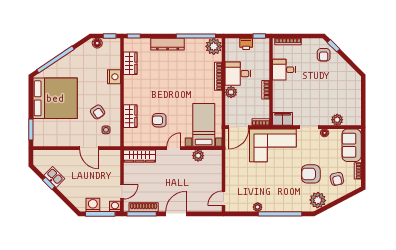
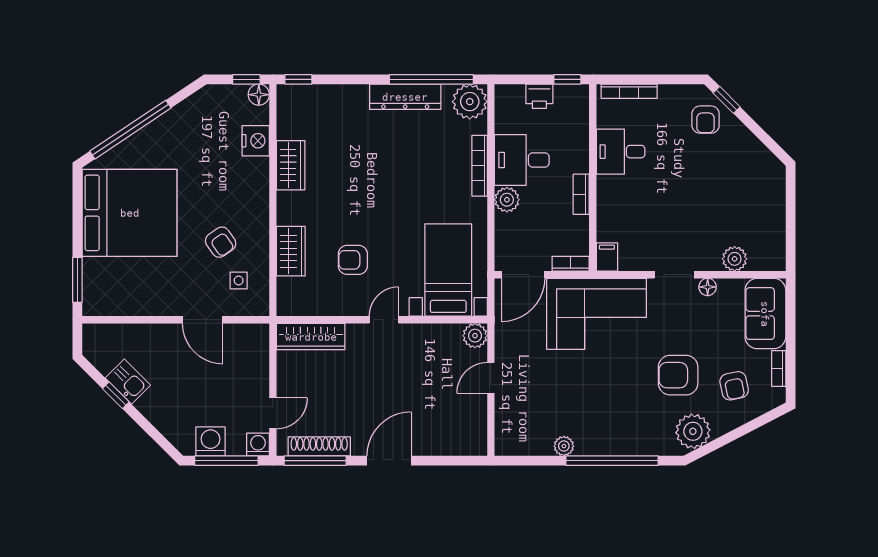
floor lamp: (97, 43) -> (259, 95), moved
dresser: (168, 44) -> (405, 97), moved
wardrobe: (130, 63) -> (291, 165), moved
nightstand: (114, 77) -> (256, 141), moved
filing cabinet: (283, 119) -> (607, 257), width x0.50
plant: (198, 156) -> (475, 336), moved
door: (224, 198) -> (491, 378), moved

